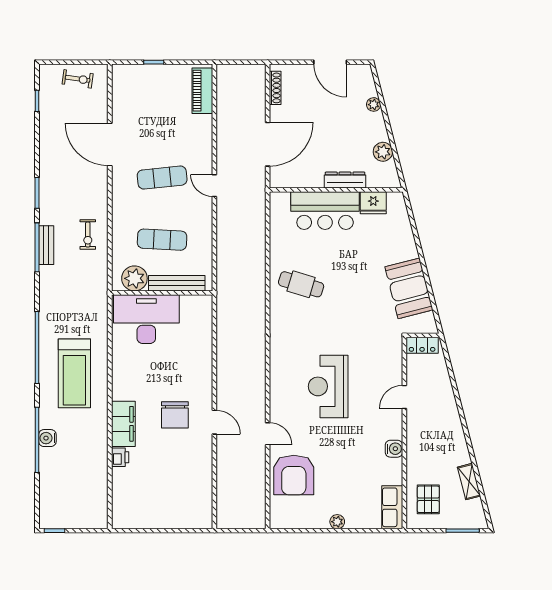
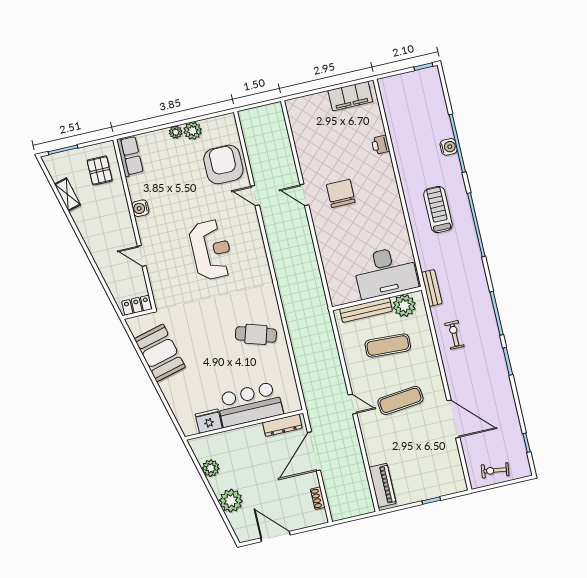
shoe rack: (275, 88) -> (318, 498), width x0.70
plant: (374, 104) -> (231, 501), width x1.88, depth x1.88
dresser: (345, 180) -> (282, 425), moved
bench: (46, 245) -> (432, 288), moved
treadmill: (74, 373) -> (438, 210), width x0.73, depth x0.73
door: (404, 397) -> (142, 256), swing flipped
filing cabinet: (123, 424) -> (350, 96), moved, turned -90
plant: (319, 519) -> (193, 131), added

